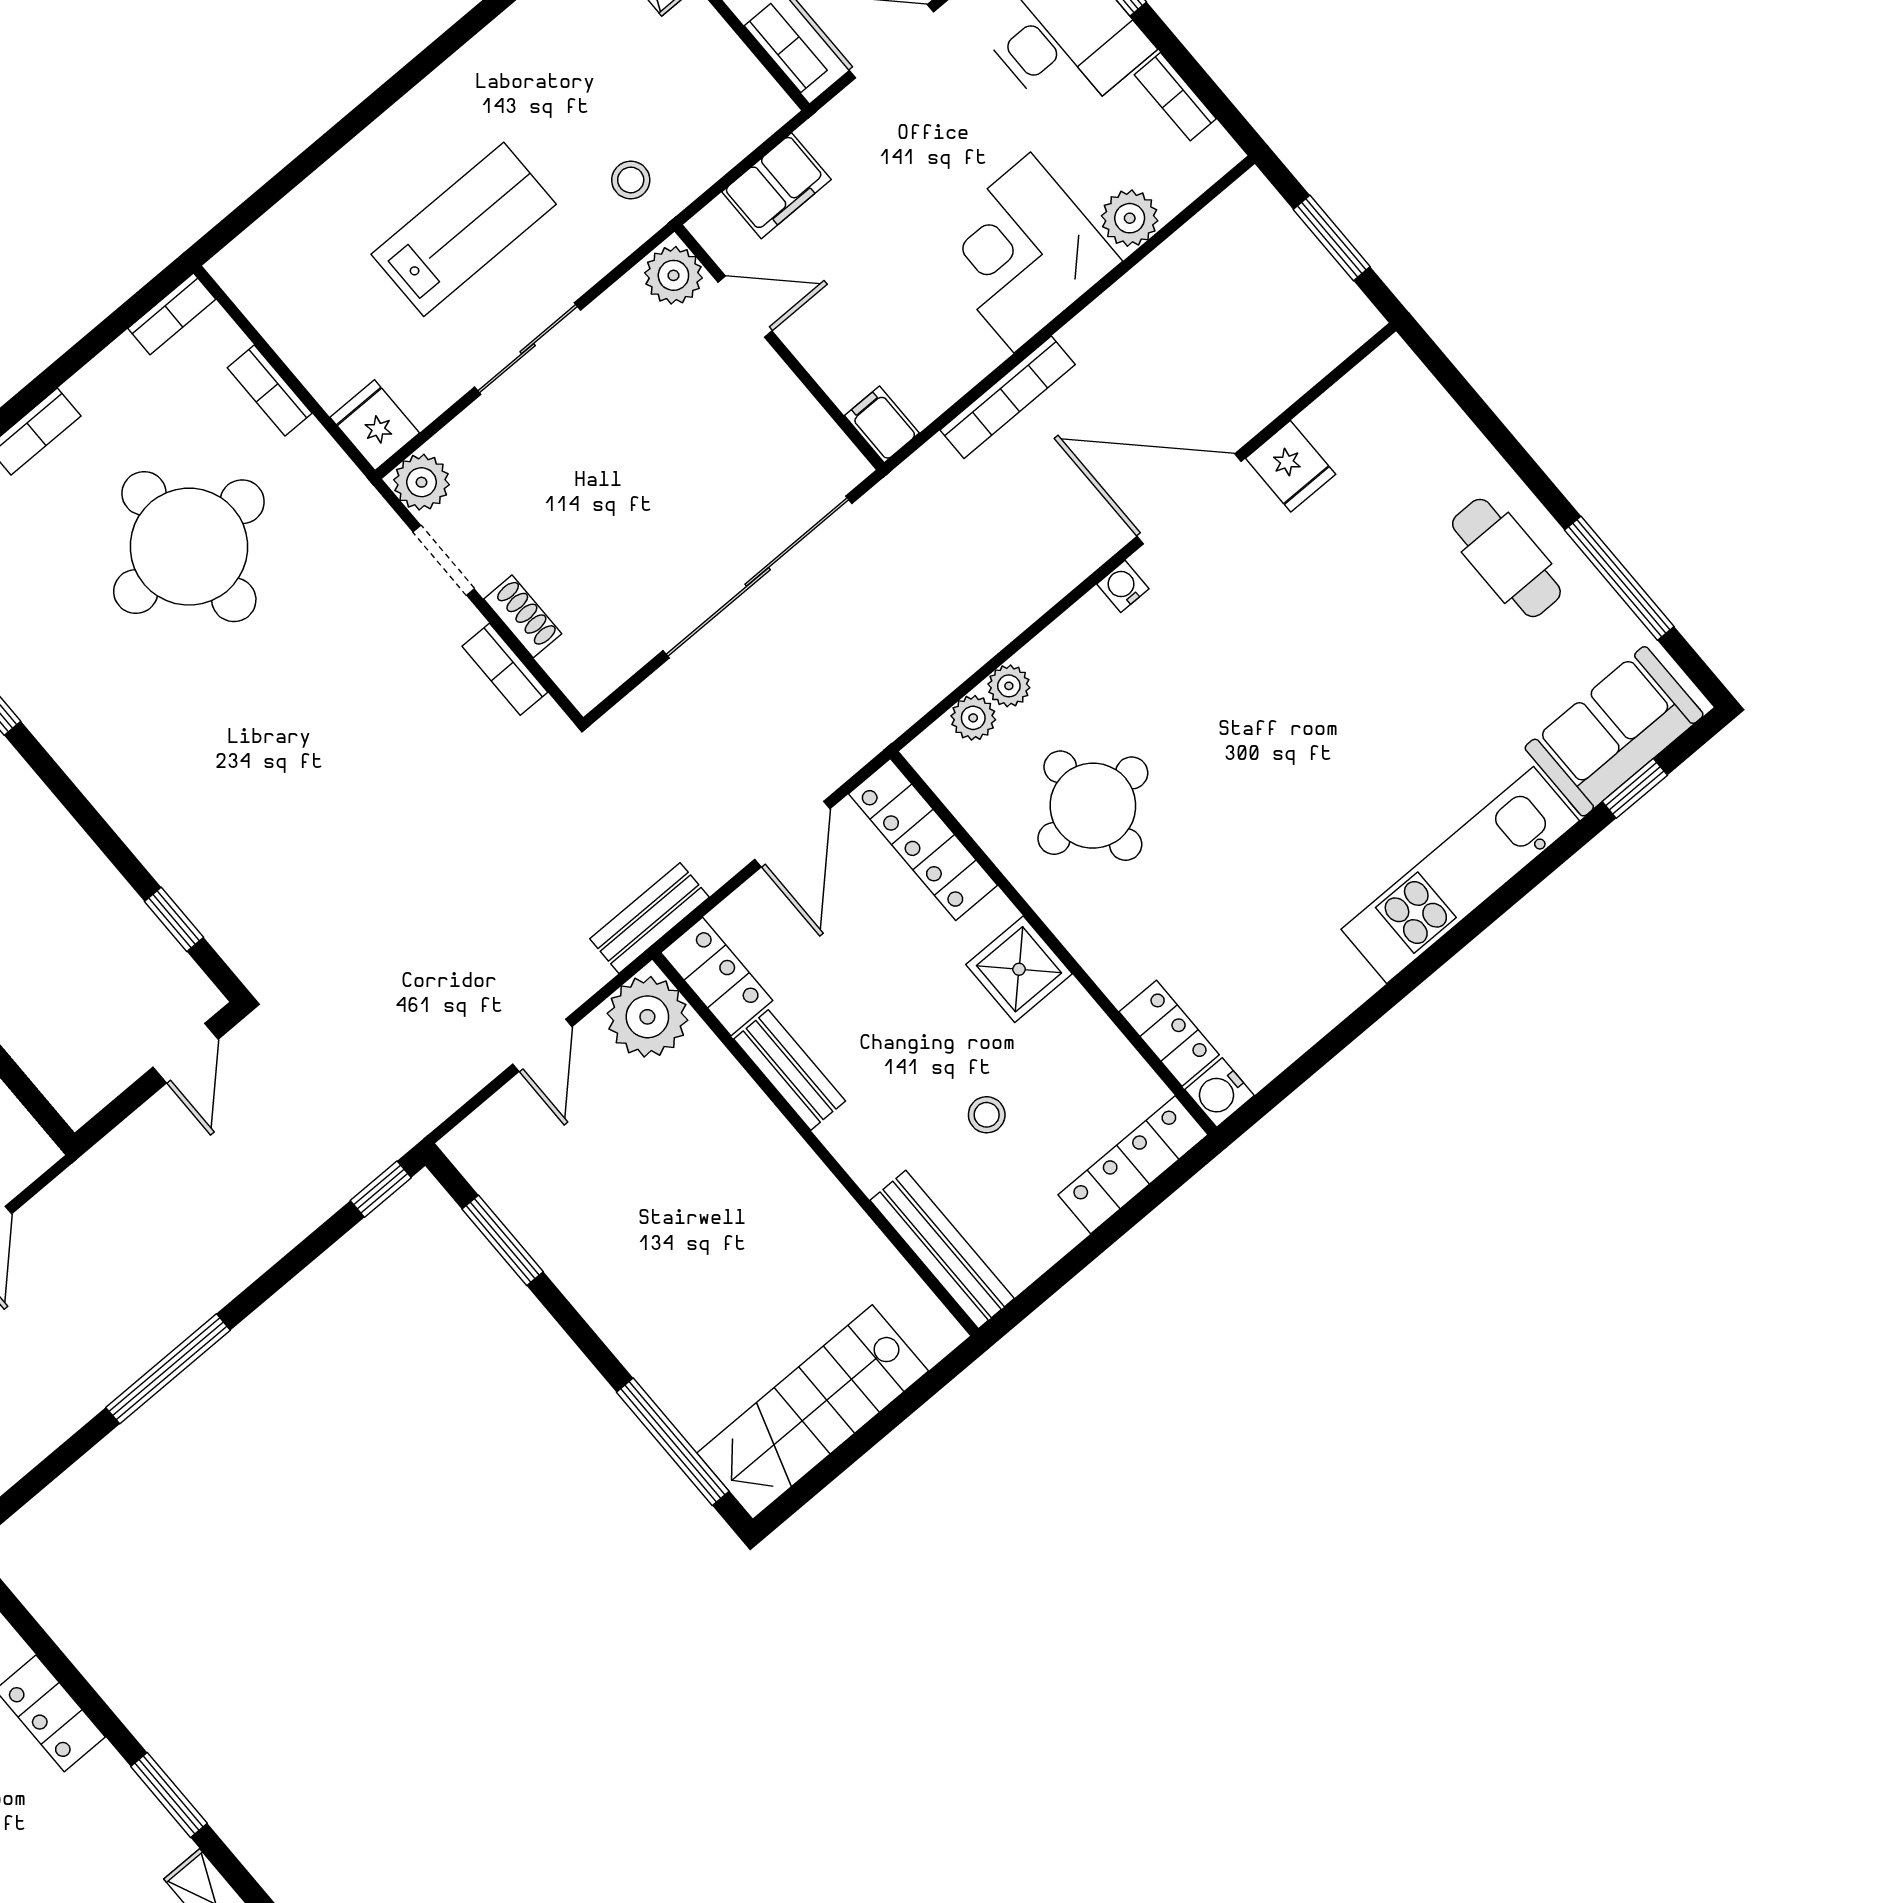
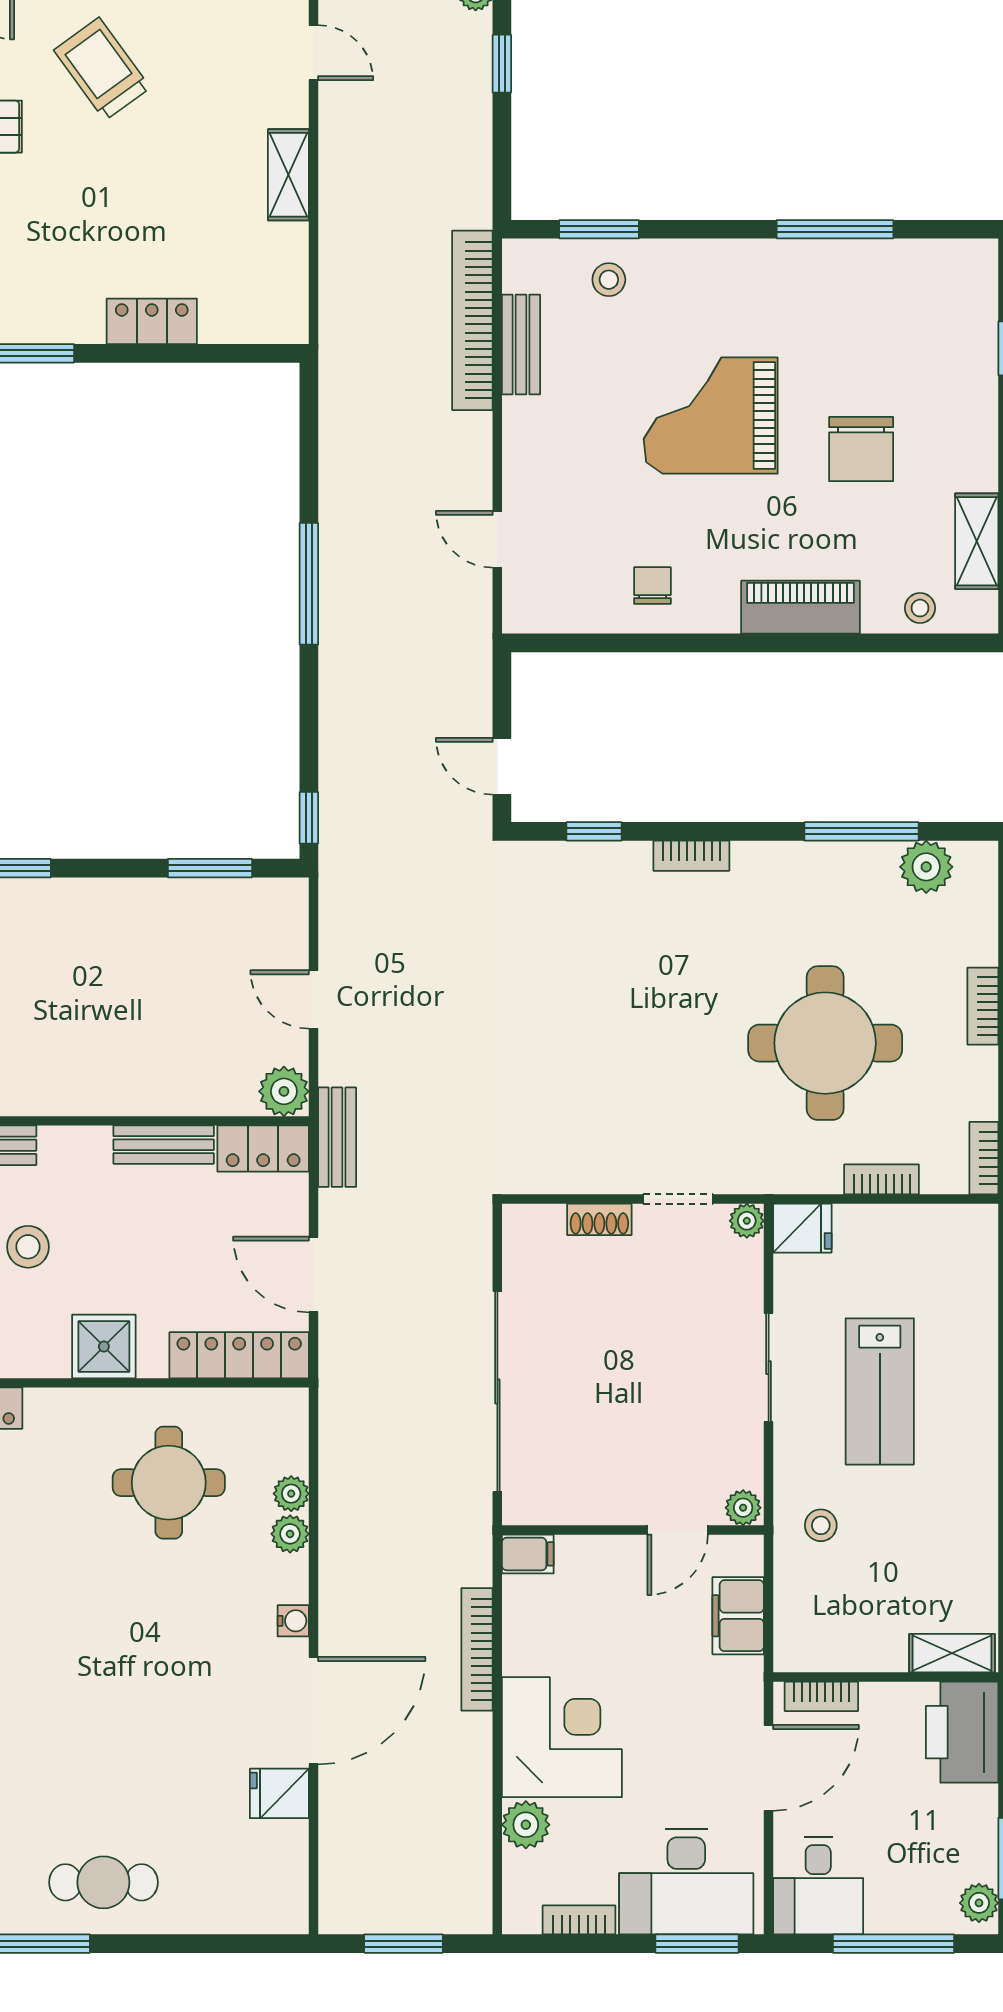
plant: (673, 275) -> (743, 1508), width x0.73, depth x0.73
plant: (422, 482) -> (747, 1221), width x0.73, depth x0.73
bookcase: (505, 669) -> (691, 856), moved, turned 180
plant: (973, 718) -> (290, 1534), moved
plant: (647, 1017) -> (284, 1091), width x0.73, depth x0.73
stool: (987, 1115) -> (28, 1247), width x1.37, depth x1.37

